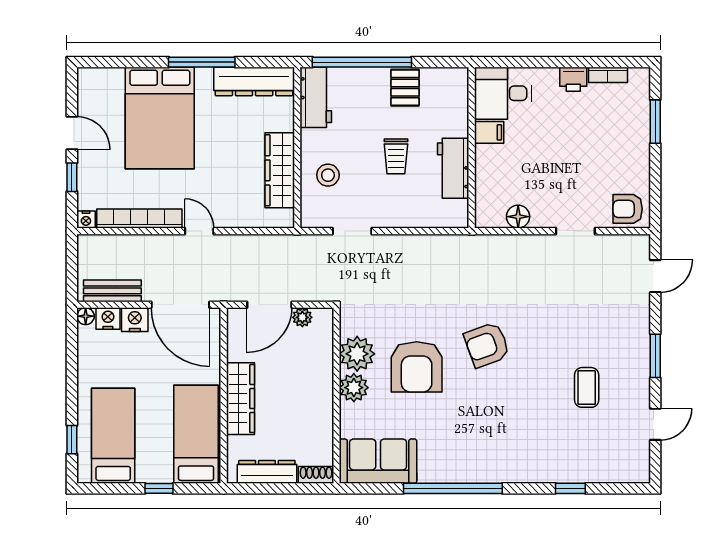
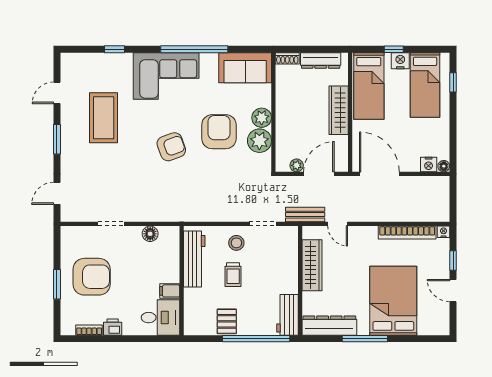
window: (655, 122) -> (57, 284), moved
trolley: (396, 156) -> (233, 275), turned 180
workbench: (453, 168) -> (194, 259), width x1.38
stool: (328, 175) -> (236, 243), moved
armchair: (628, 209) -> (92, 277), moved, width x1.88, depth x1.88
door: (199, 231) -> (338, 224), moved
bench: (112, 291) -> (305, 215), moved
nightstand: (135, 320) -> (400, 61), moved, turned 180
coffee table: (587, 387) -> (104, 118), width x1.86, depth x1.72
corner sofa: (495, 449) -> (166, 76), added

